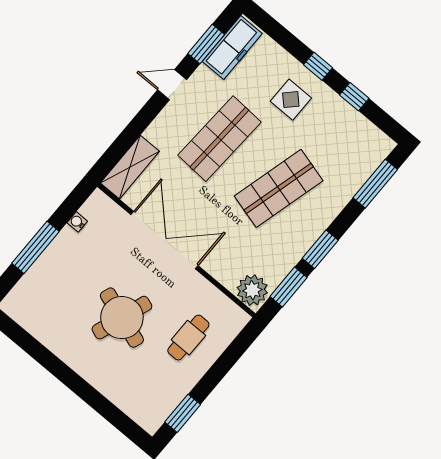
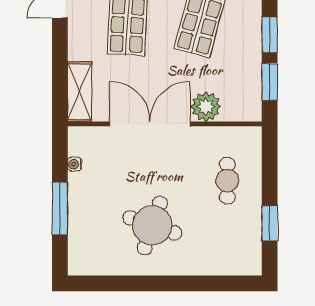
plant: (252, 290) -> (206, 107), moved
round table: (122, 318) -> (152, 225), moved
window: (183, 413) -> (270, 223), moved

